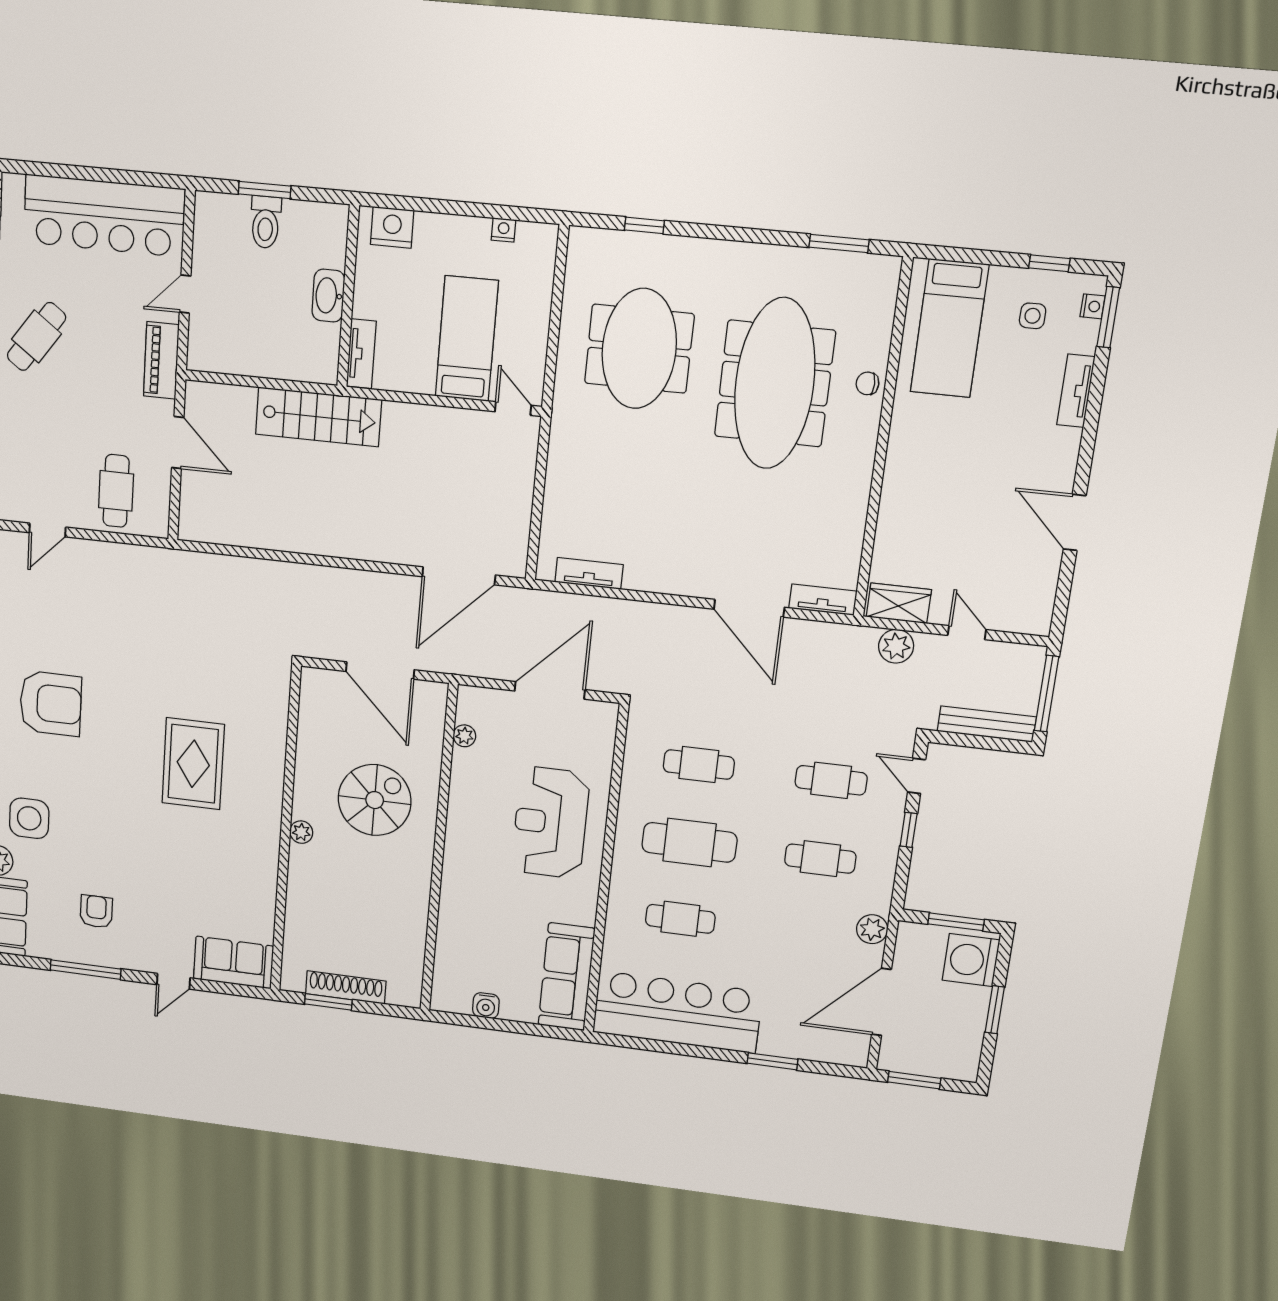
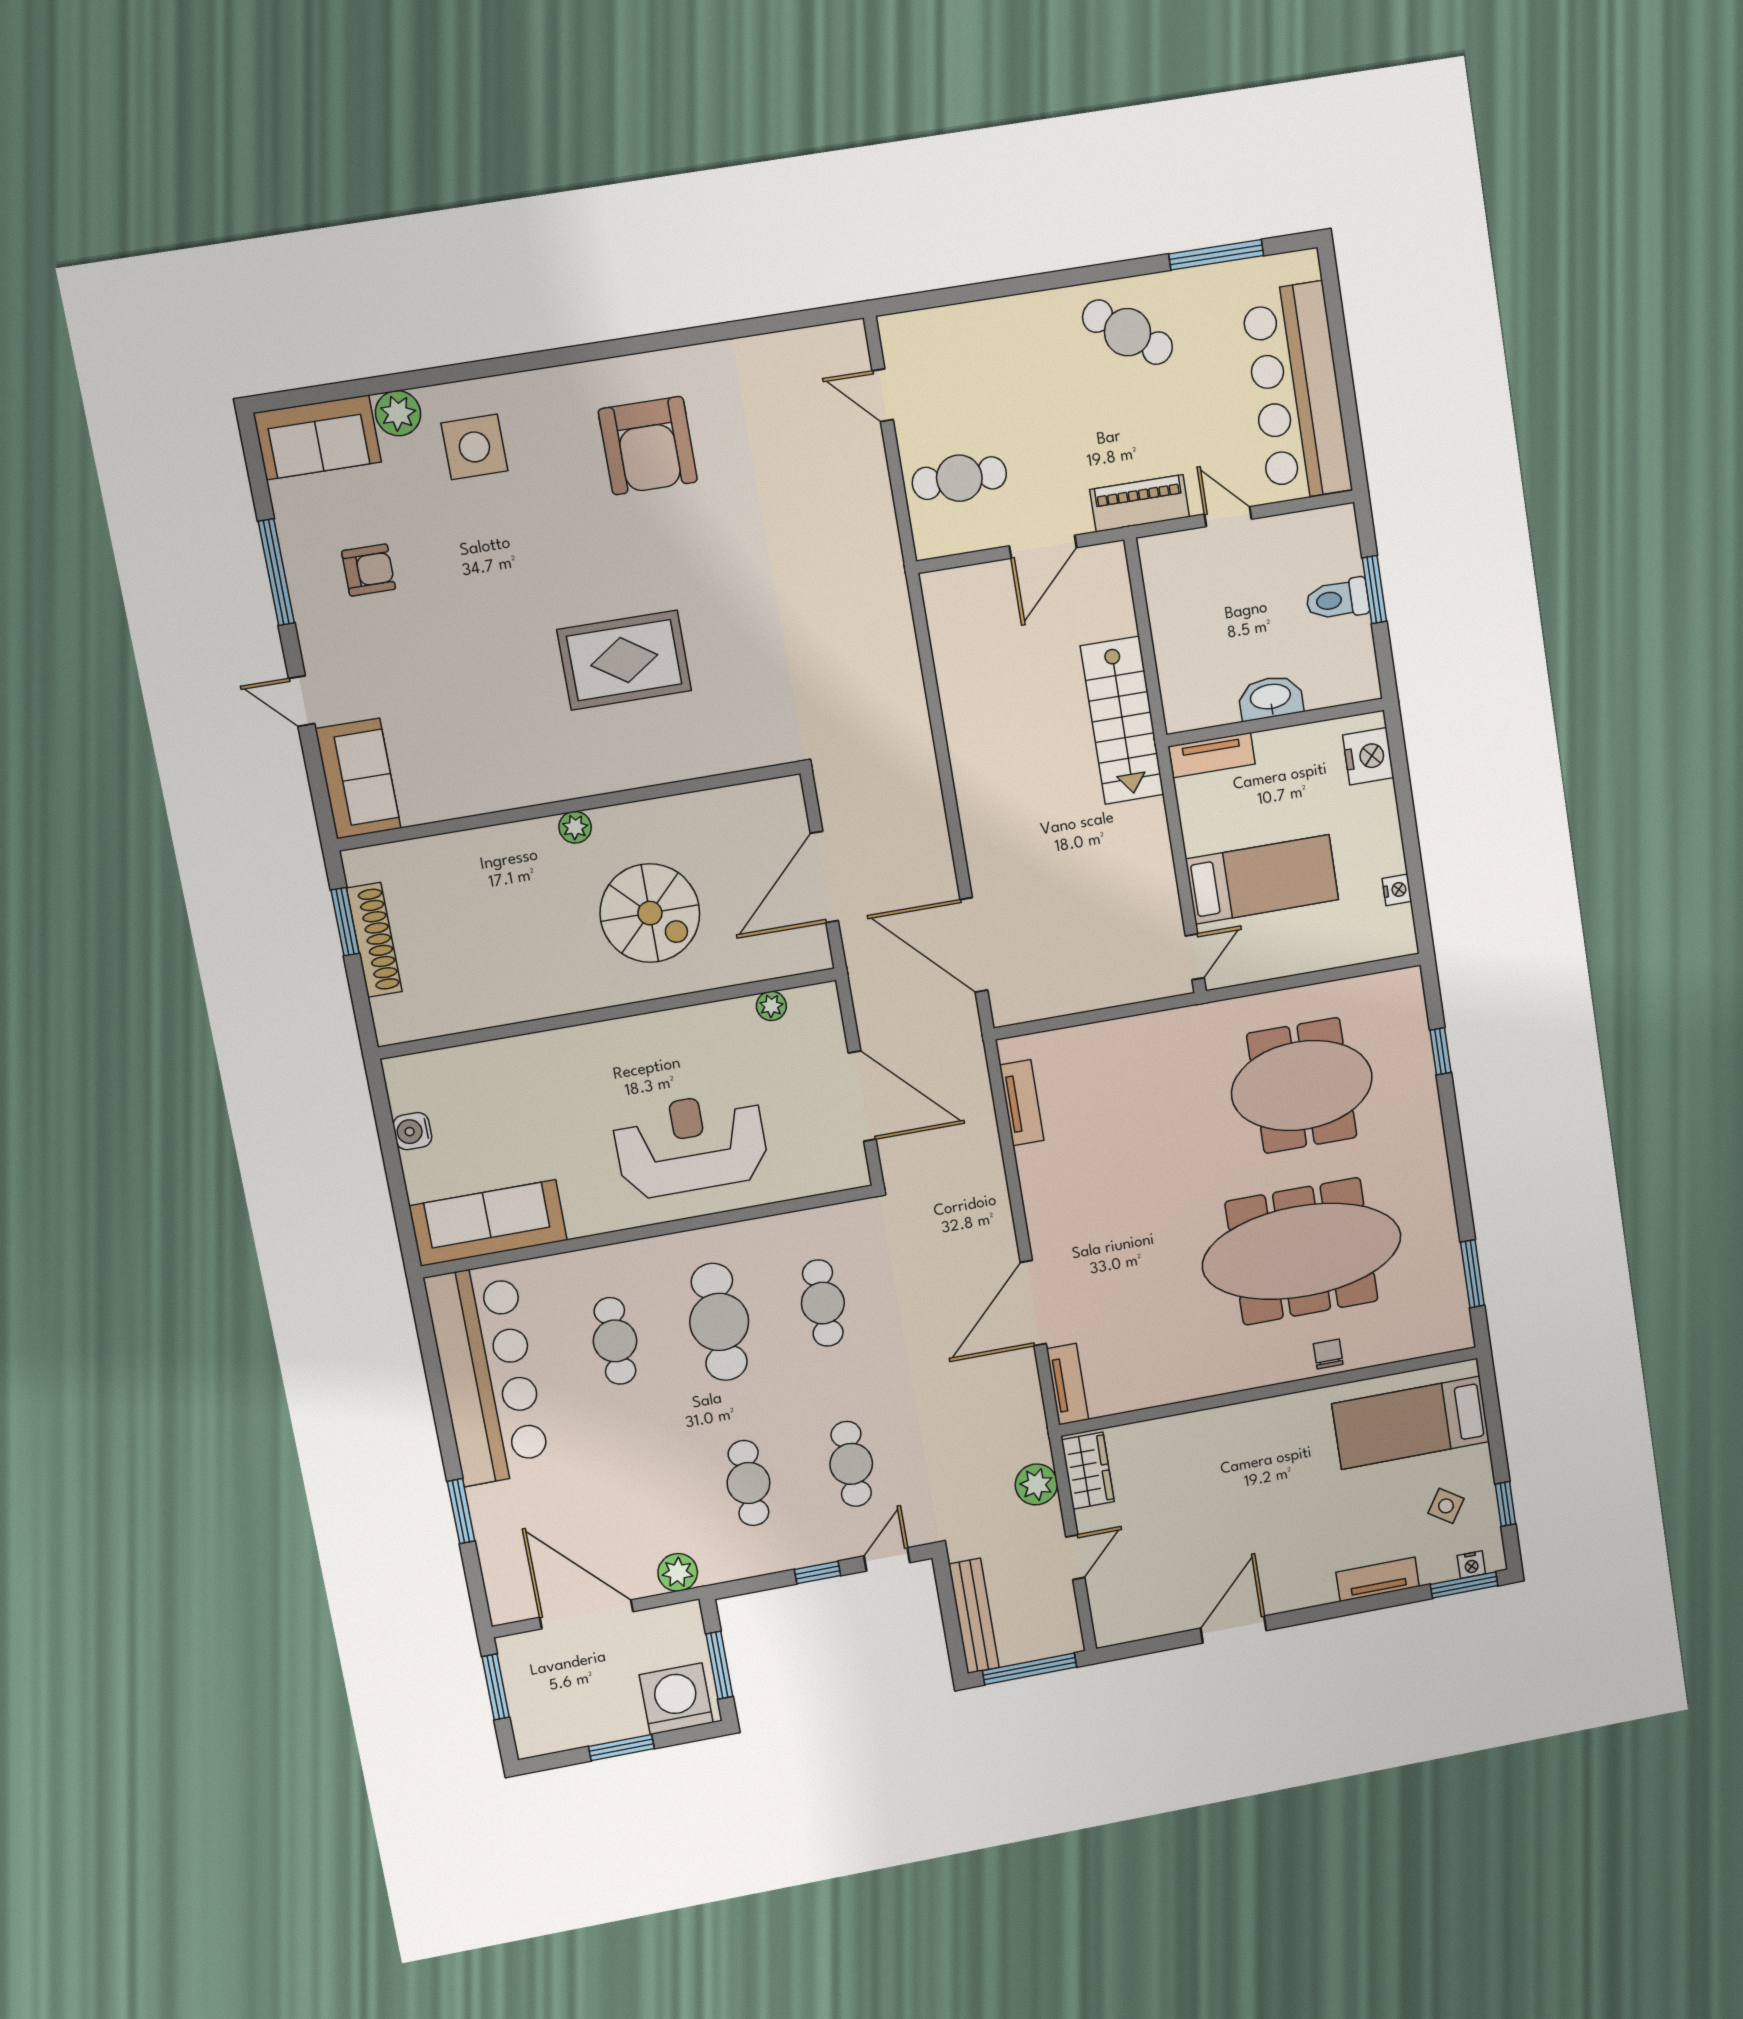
side table: (1033, 316) -> (1446, 1506), turned 33

